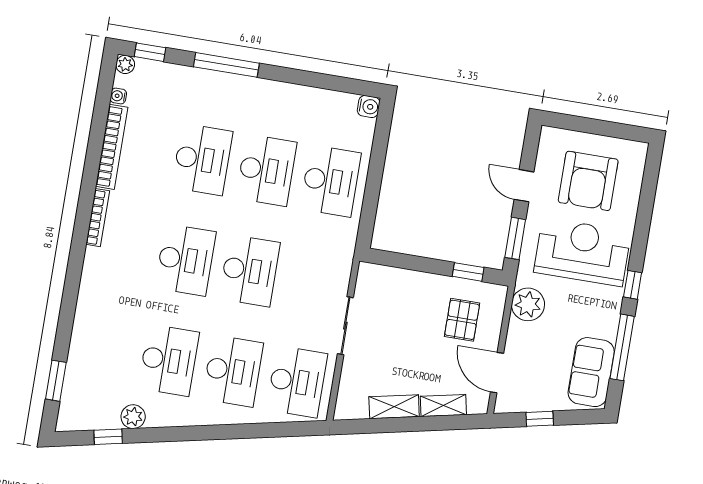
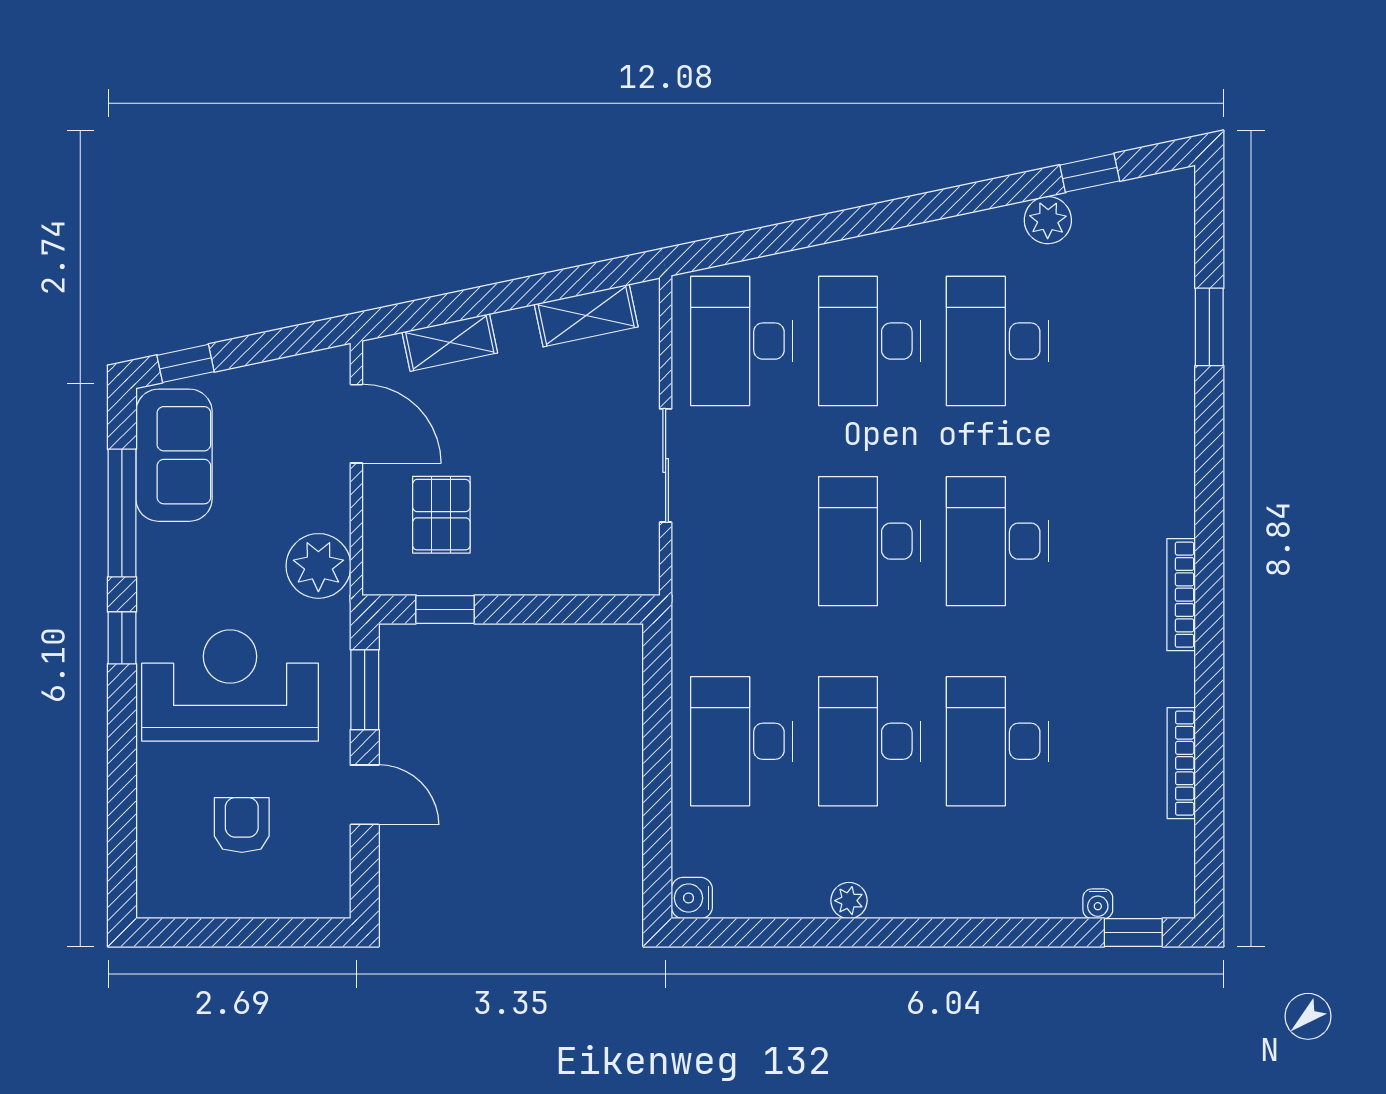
plant: (125, 64) -> (849, 901), moved
window: (226, 65) -> (981, 933), removed
water cooler: (118, 96) -> (1098, 904), moved, turned 90
bookcase: (112, 147) -> (1181, 763), width x0.68, depth x0.76
armchair: (588, 181) -> (242, 825), width x0.53, depth x0.53
reception desk: (582, 252) -> (230, 685), turned 180
window: (56, 381) -> (1209, 327), moved
shelving: (394, 407) -> (586, 316), moved
window: (540, 419) -> (186, 363), moved

